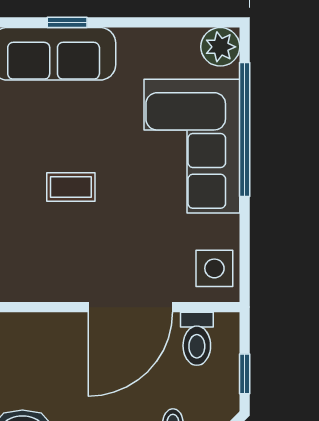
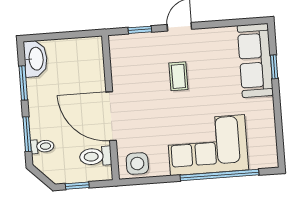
plant: (220, 47) -> (267, 157), removed

